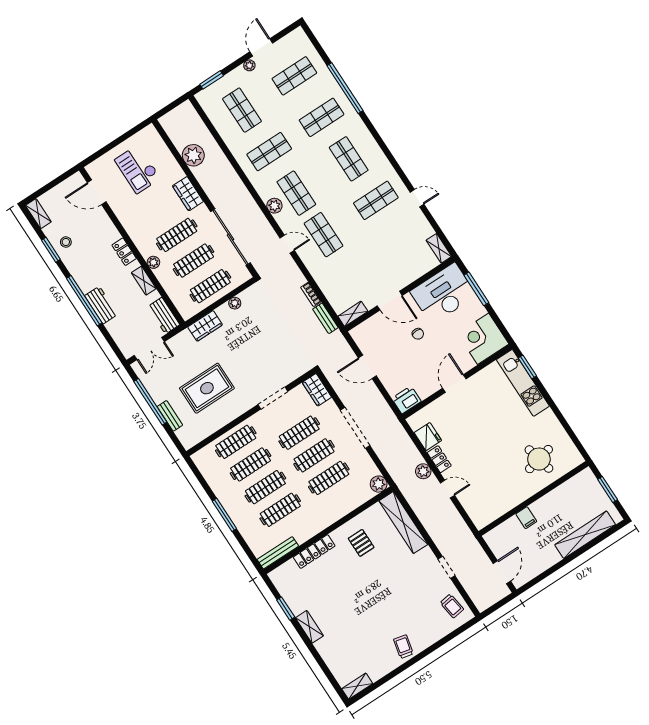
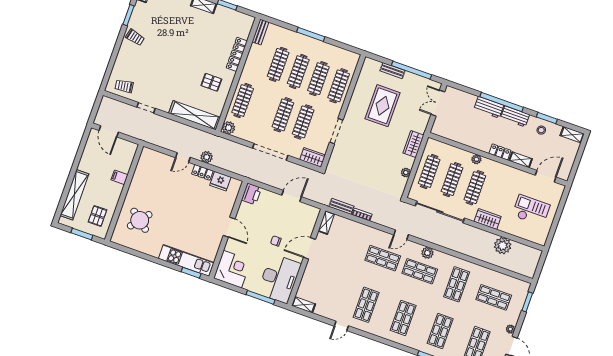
shop shelf: (349, 159) -> (403, 318), turned 90
shelving: (144, 281) -> (521, 160), moved
workbench: (164, 316) -> (515, 116), moved, turned 180
round table: (539, 459) -> (140, 220), turned -38
clothes rail: (329, 478) -> (243, 101), moved
pallet: (578, 496) -> (97, 216), added
bench: (278, 553) -> (260, 32), width x0.73
window: (393, 674) -> (128, 15), added

